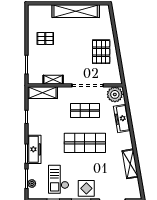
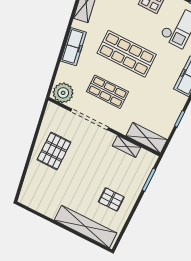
shelving: (76, 11) -> (86, 227), moved
freezer: (122, 118) -> (73, 47), moved

